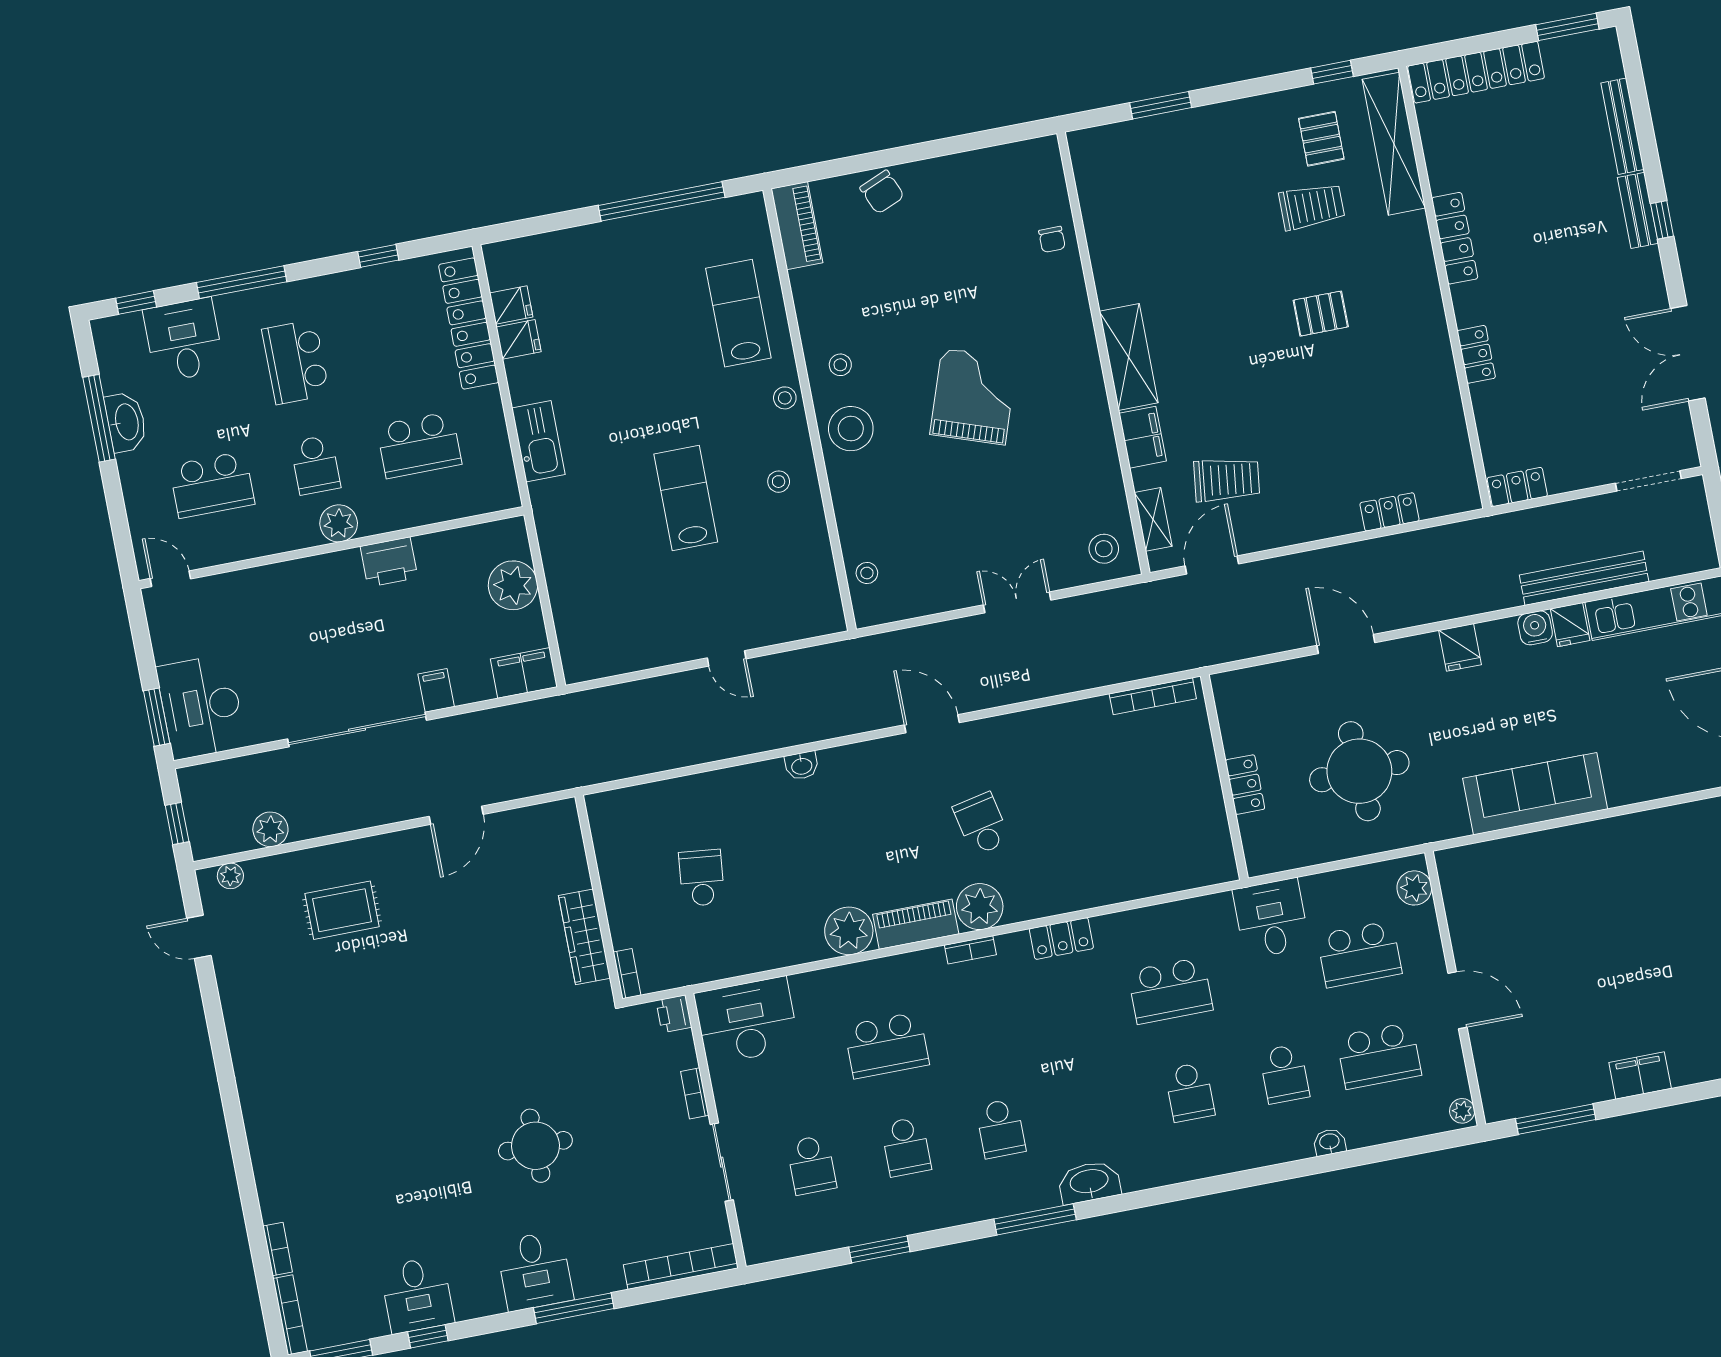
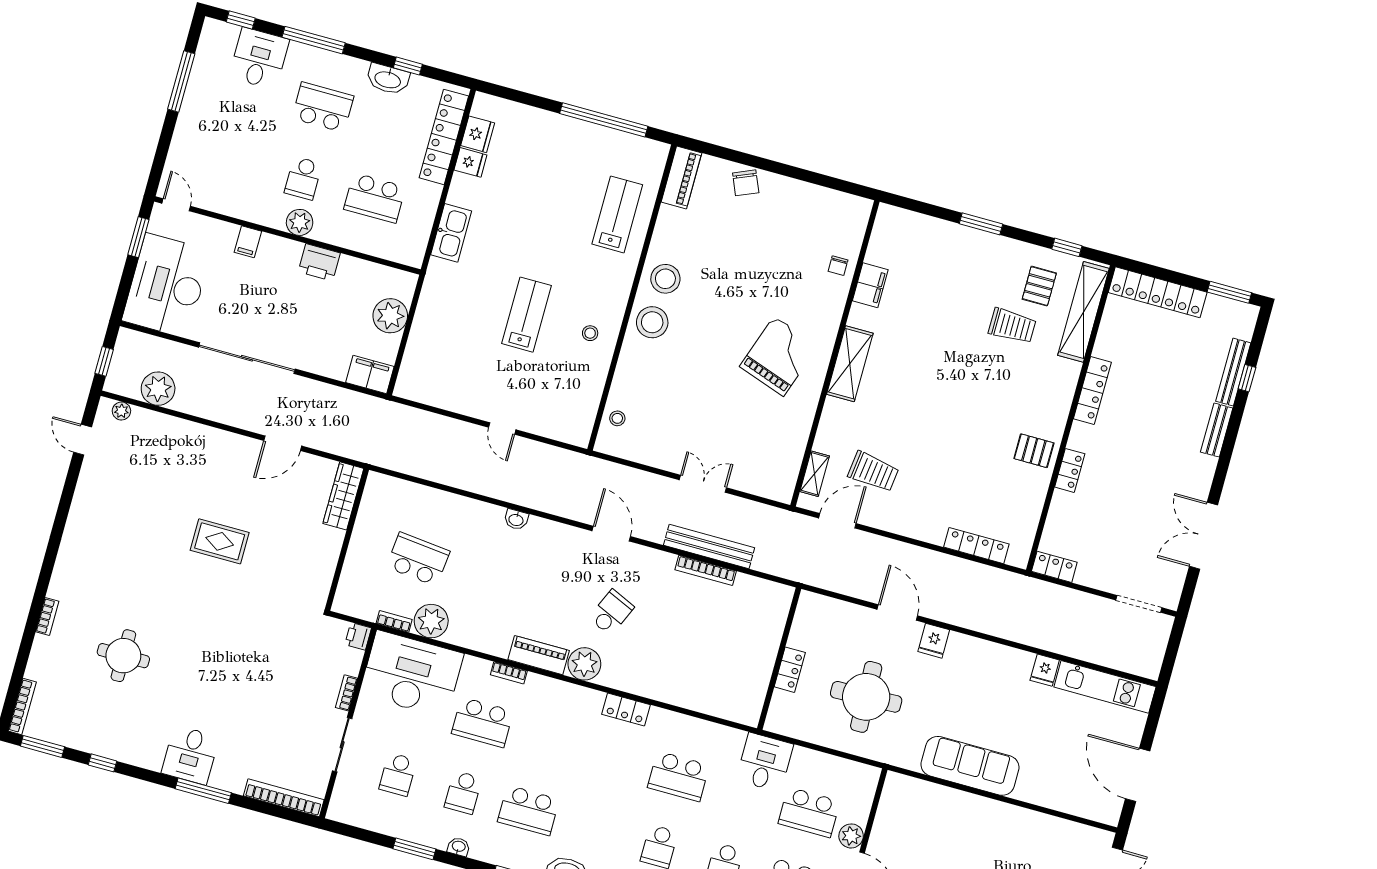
window: (1161, 105) -> (981, 224), moved
window: (1662, 220) -> (1247, 378), moved
fridge: (511, 305) -> (478, 134), width x1.38
pallet: (1321, 314) -> (1034, 451), moved
school desk: (296, 362) -> (323, 107), turned 90
stool: (840, 365) -> (665, 279), width x1.89, depth x1.89
grand piano: (974, 396) -> (779, 356), moved
stool: (785, 398) -> (620, 282), removed
washbasin: (126, 422) -> (388, 79), moved, turned 90
filing cabinet: (1143, 437) -> (870, 285), moved
school desk: (212, 485) -> (232, 159), removed
locker: (1389, 512) -> (976, 546), width x1.53
stool: (1104, 549) -> (774, 477), removed
bench: (1584, 578) -> (709, 546), moved
water cooler: (1535, 628) -> (1022, 661), removed
fridge: (1460, 647) -> (934, 641), moved
filing cabinet: (436, 690) -> (248, 242), moved, turned 180
bookcase: (1153, 696) -> (706, 570), moved
desk: (201, 707) -> (167, 286), width x1.36, depth x1.30
window: (157, 717) -> (138, 237), moved
school desk: (982, 824) -> (611, 612), turned 36
plant: (270, 829) -> (158, 389), width x1.36, depth x1.36
school desk: (702, 878) -> (418, 559), width x1.85
plant: (1414, 888) -> (851, 836), moved
rug: (342, 910) -> (220, 541), moved
plant: (849, 931) -> (431, 621), moved
wardrobe: (584, 937) -> (343, 496), moved
bookcase: (970, 950) -> (509, 673), moved
bookcase: (627, 974) -> (394, 621), moved, turned -90
desk: (747, 1021) -> (411, 674), width x1.36, depth x1.30
school desk: (1001, 1129) -> (528, 810), width x1.85
round table: (535, 1146) -> (123, 656), moved
washbasin: (934, 1219) -> (459, 847), added
bookcase: (278, 1249) -> (47, 617), moved
desk: (417, 1295) -> (109, 733), removed

